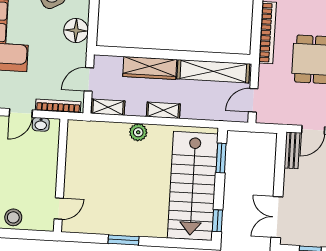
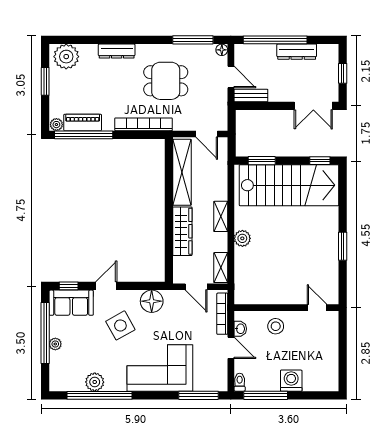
stool: (13, 217) -> (276, 326), moved

